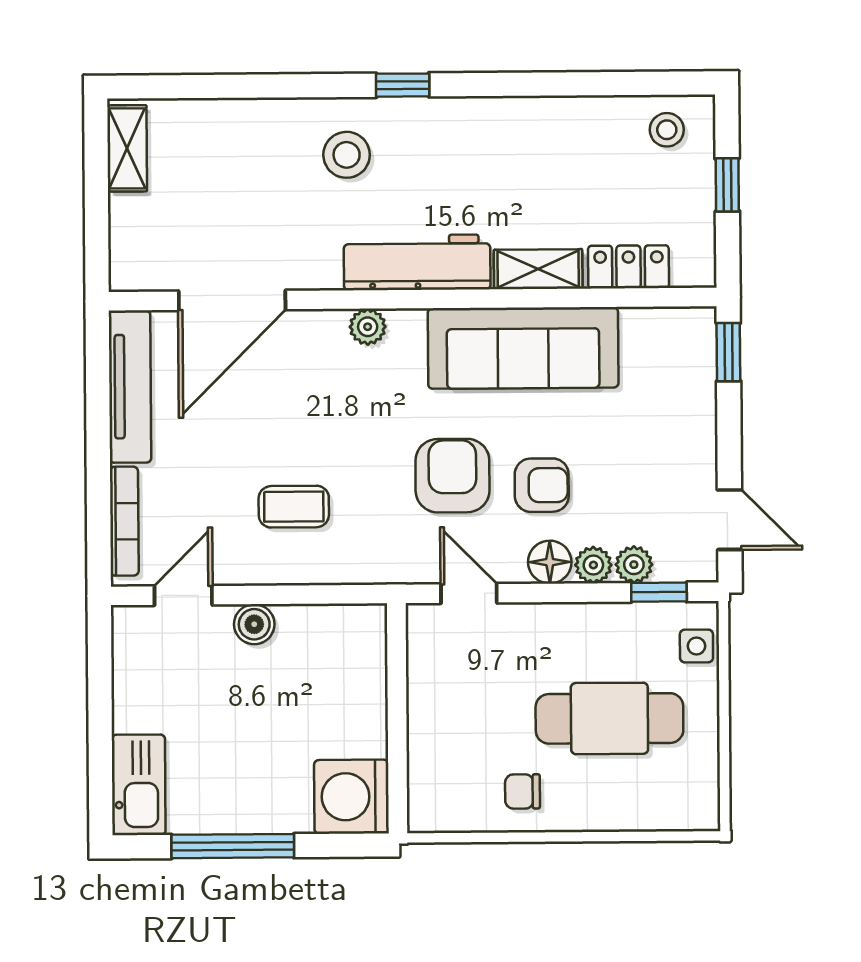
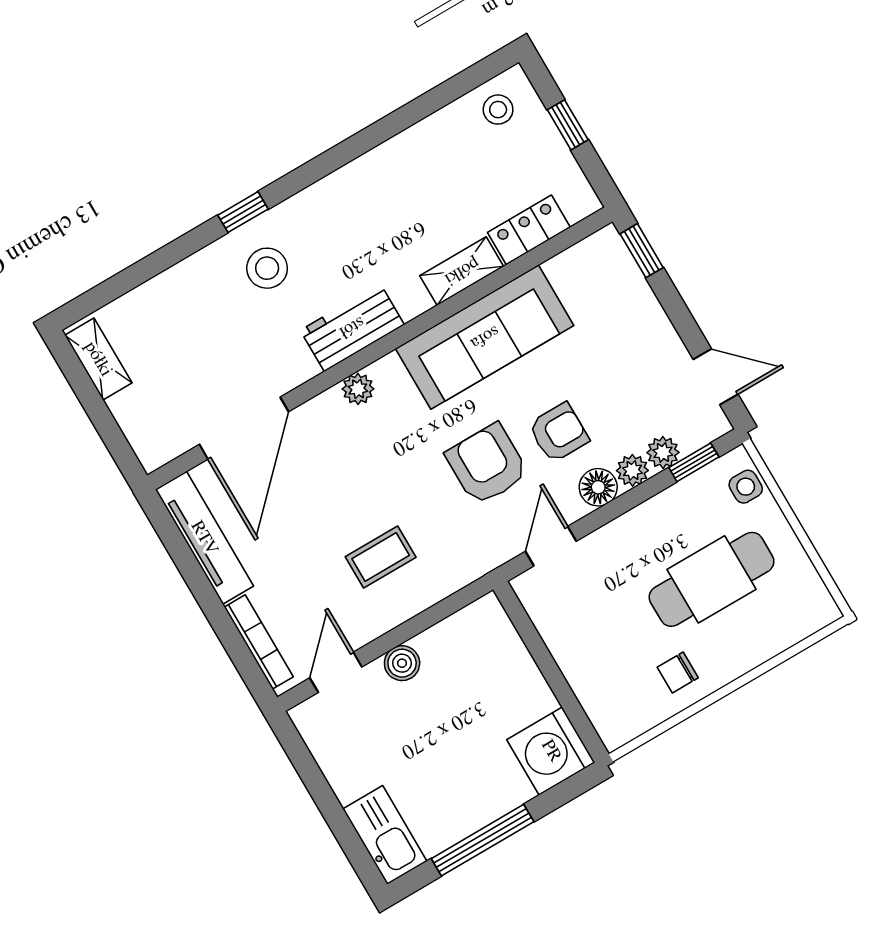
window: (403, 85) -> (243, 212), moved
workbench: (417, 262) -> (352, 327), width x0.73
door: (469, 593) -> (551, 546), hinge flipped

